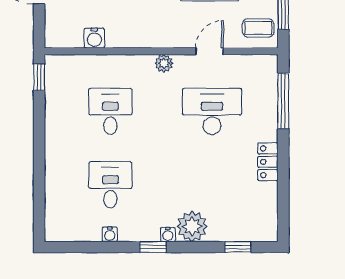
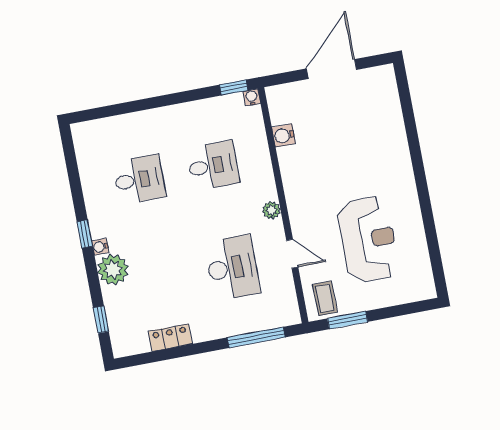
locker: (268, 162) -> (170, 338), moved
water cooler: (110, 234) -> (252, 97), moved, turned 90

